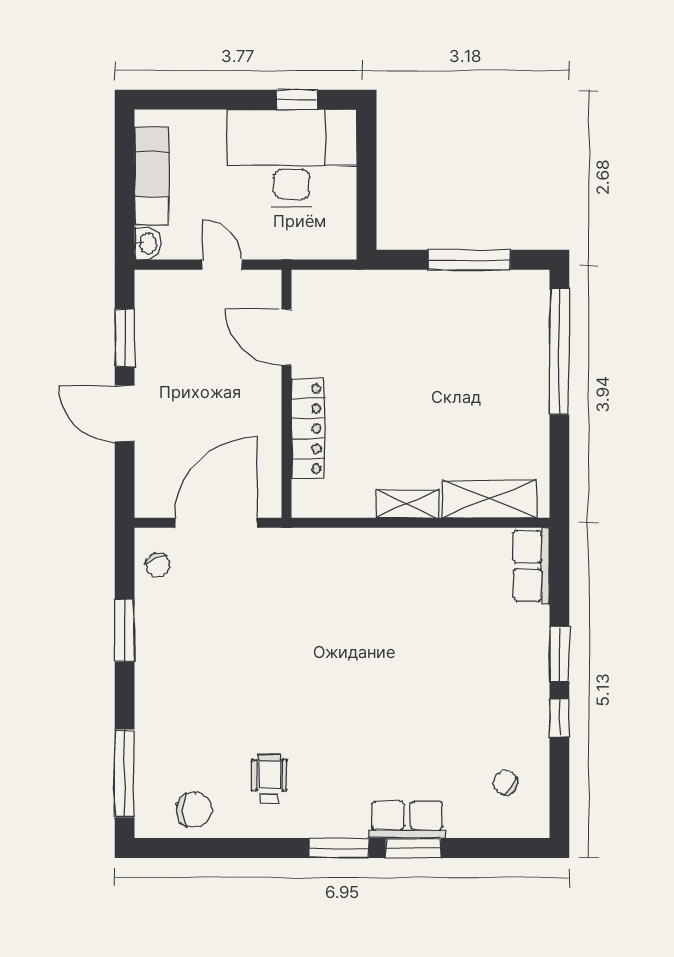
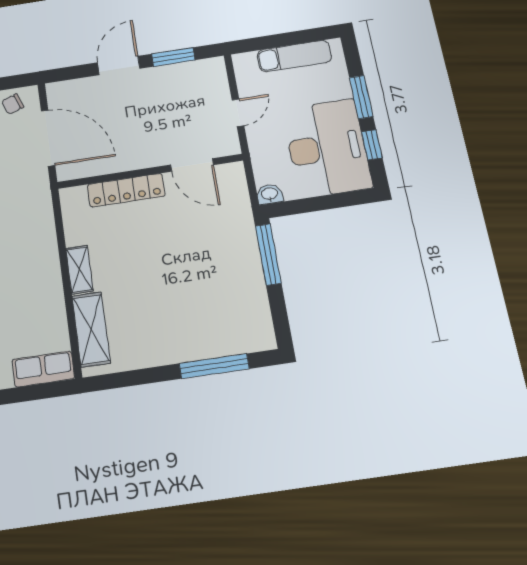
window: (227, 100) -> (361, 97), added
washbasin: (148, 243) -> (270, 194), moved, turned 180
window: (469, 260) -> (268, 255), moved
door: (286, 337) -> (192, 165), swing flipped
window: (559, 352) -> (214, 366), width x0.68

